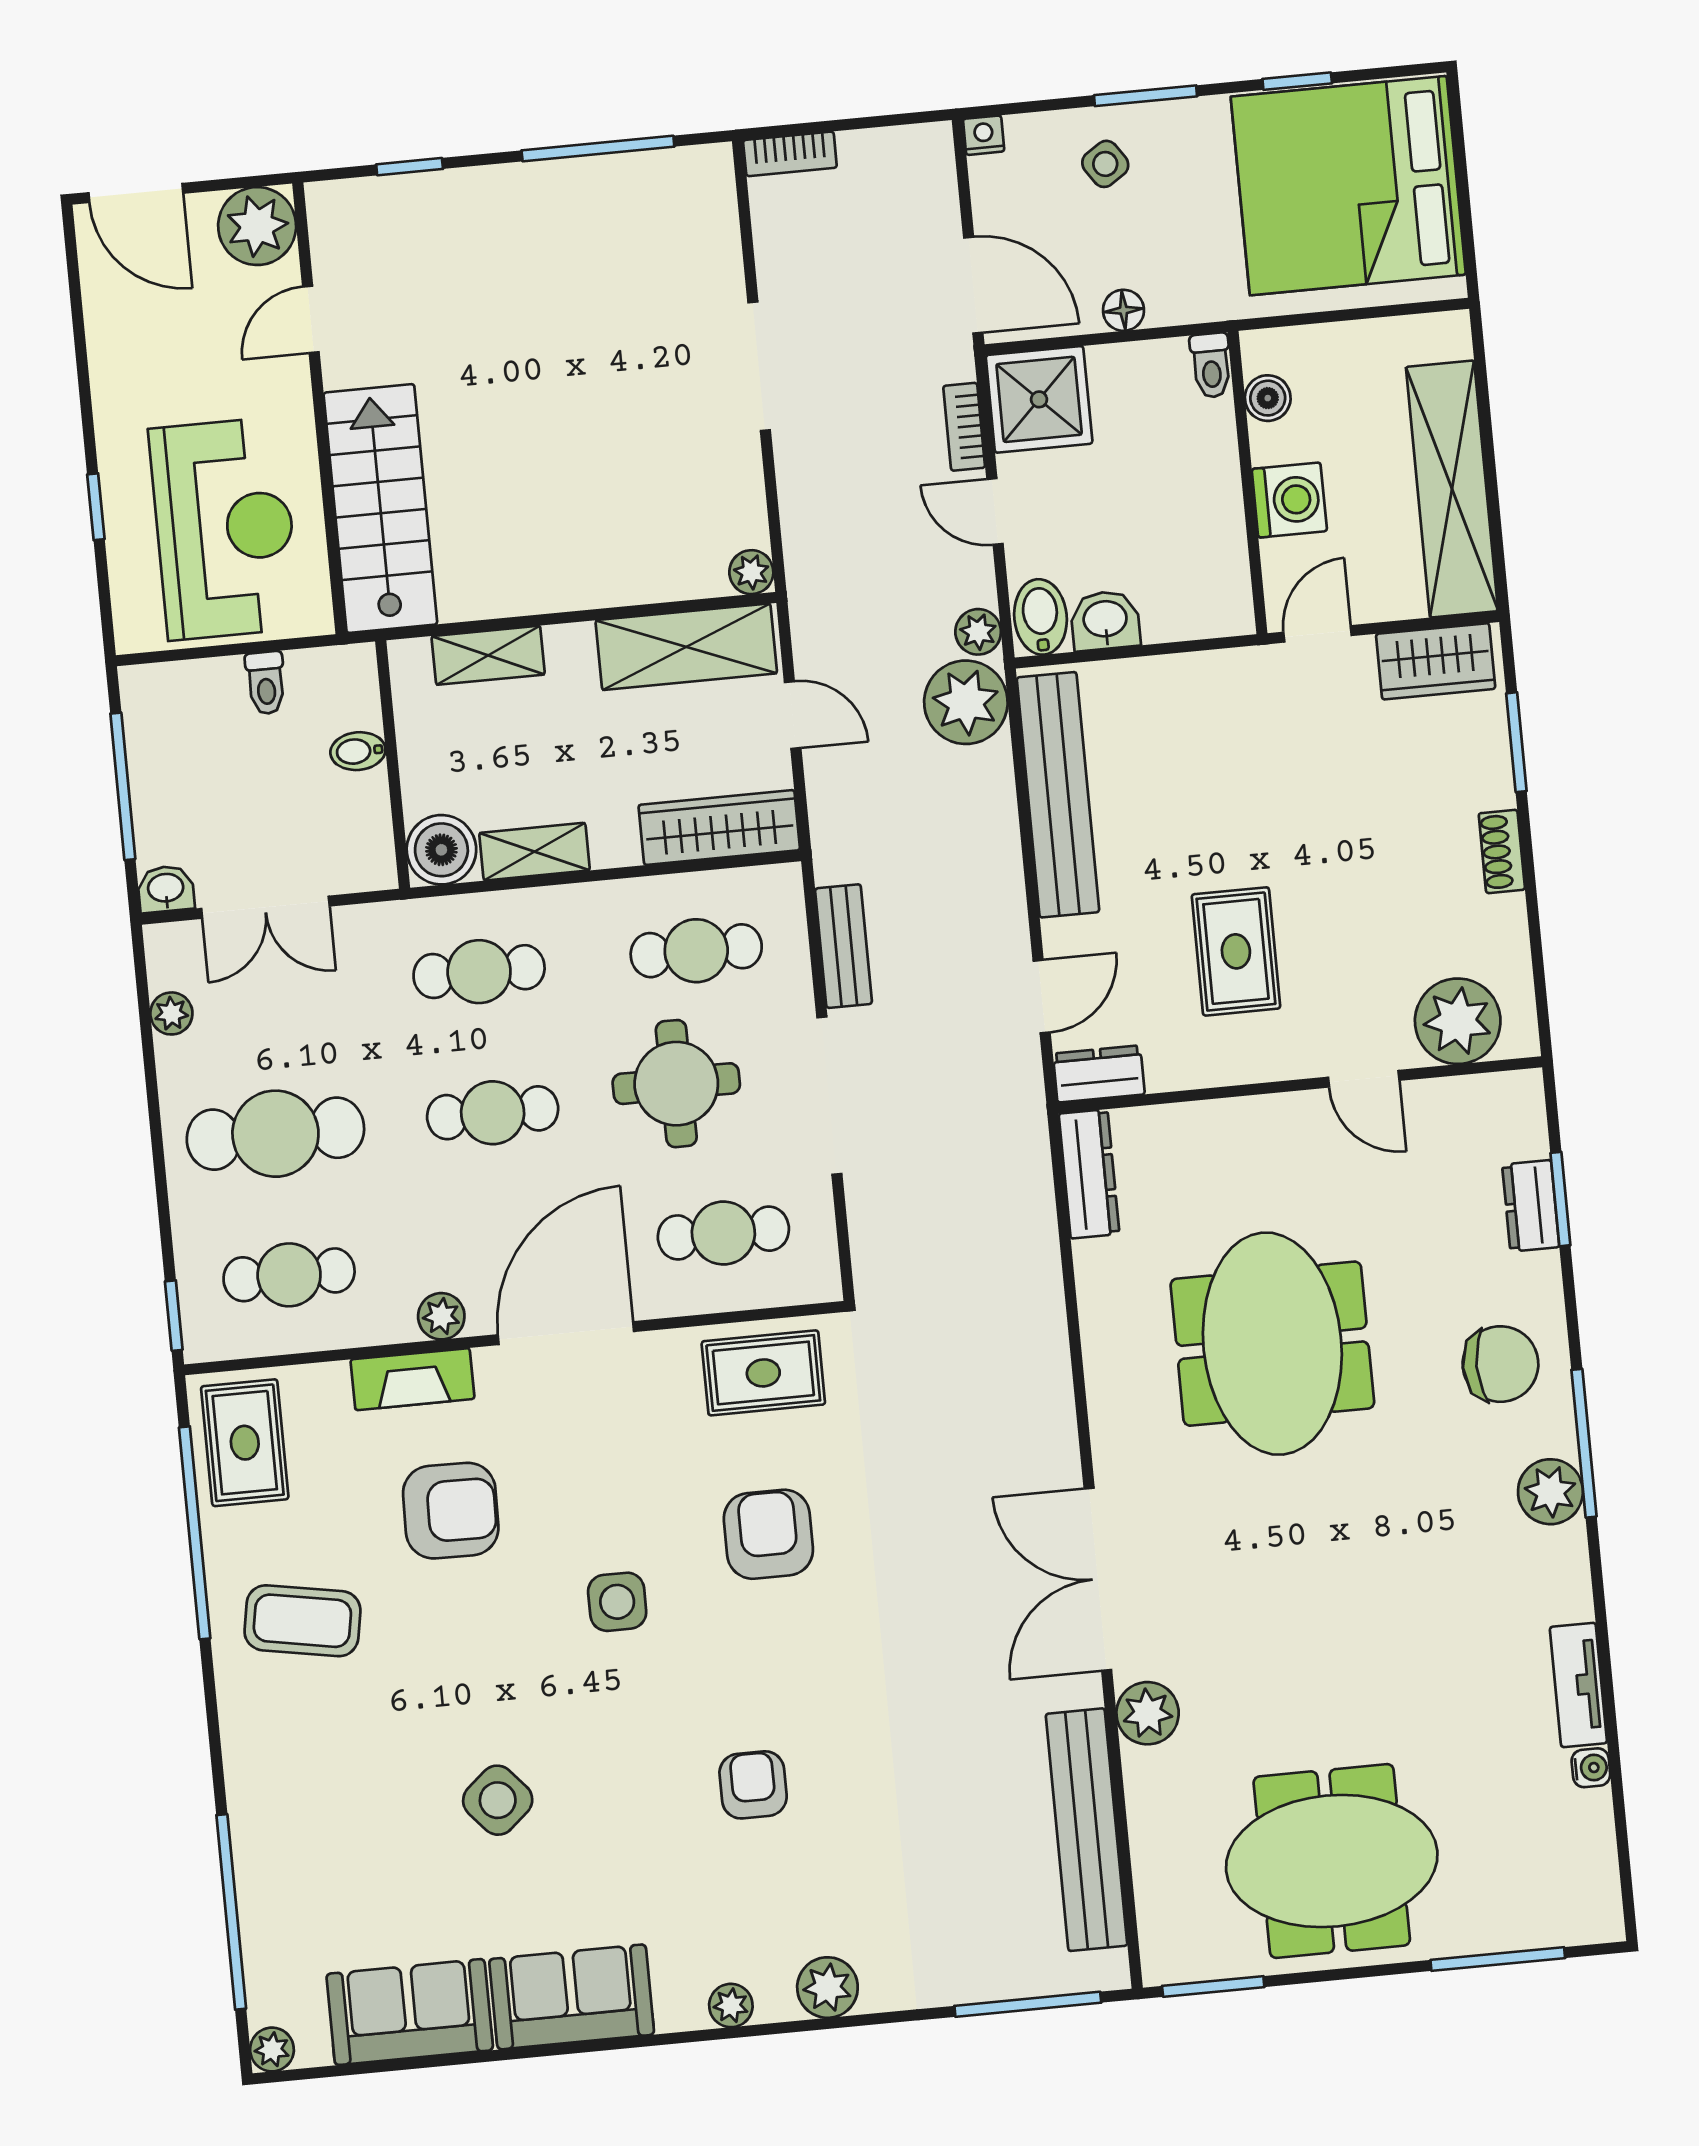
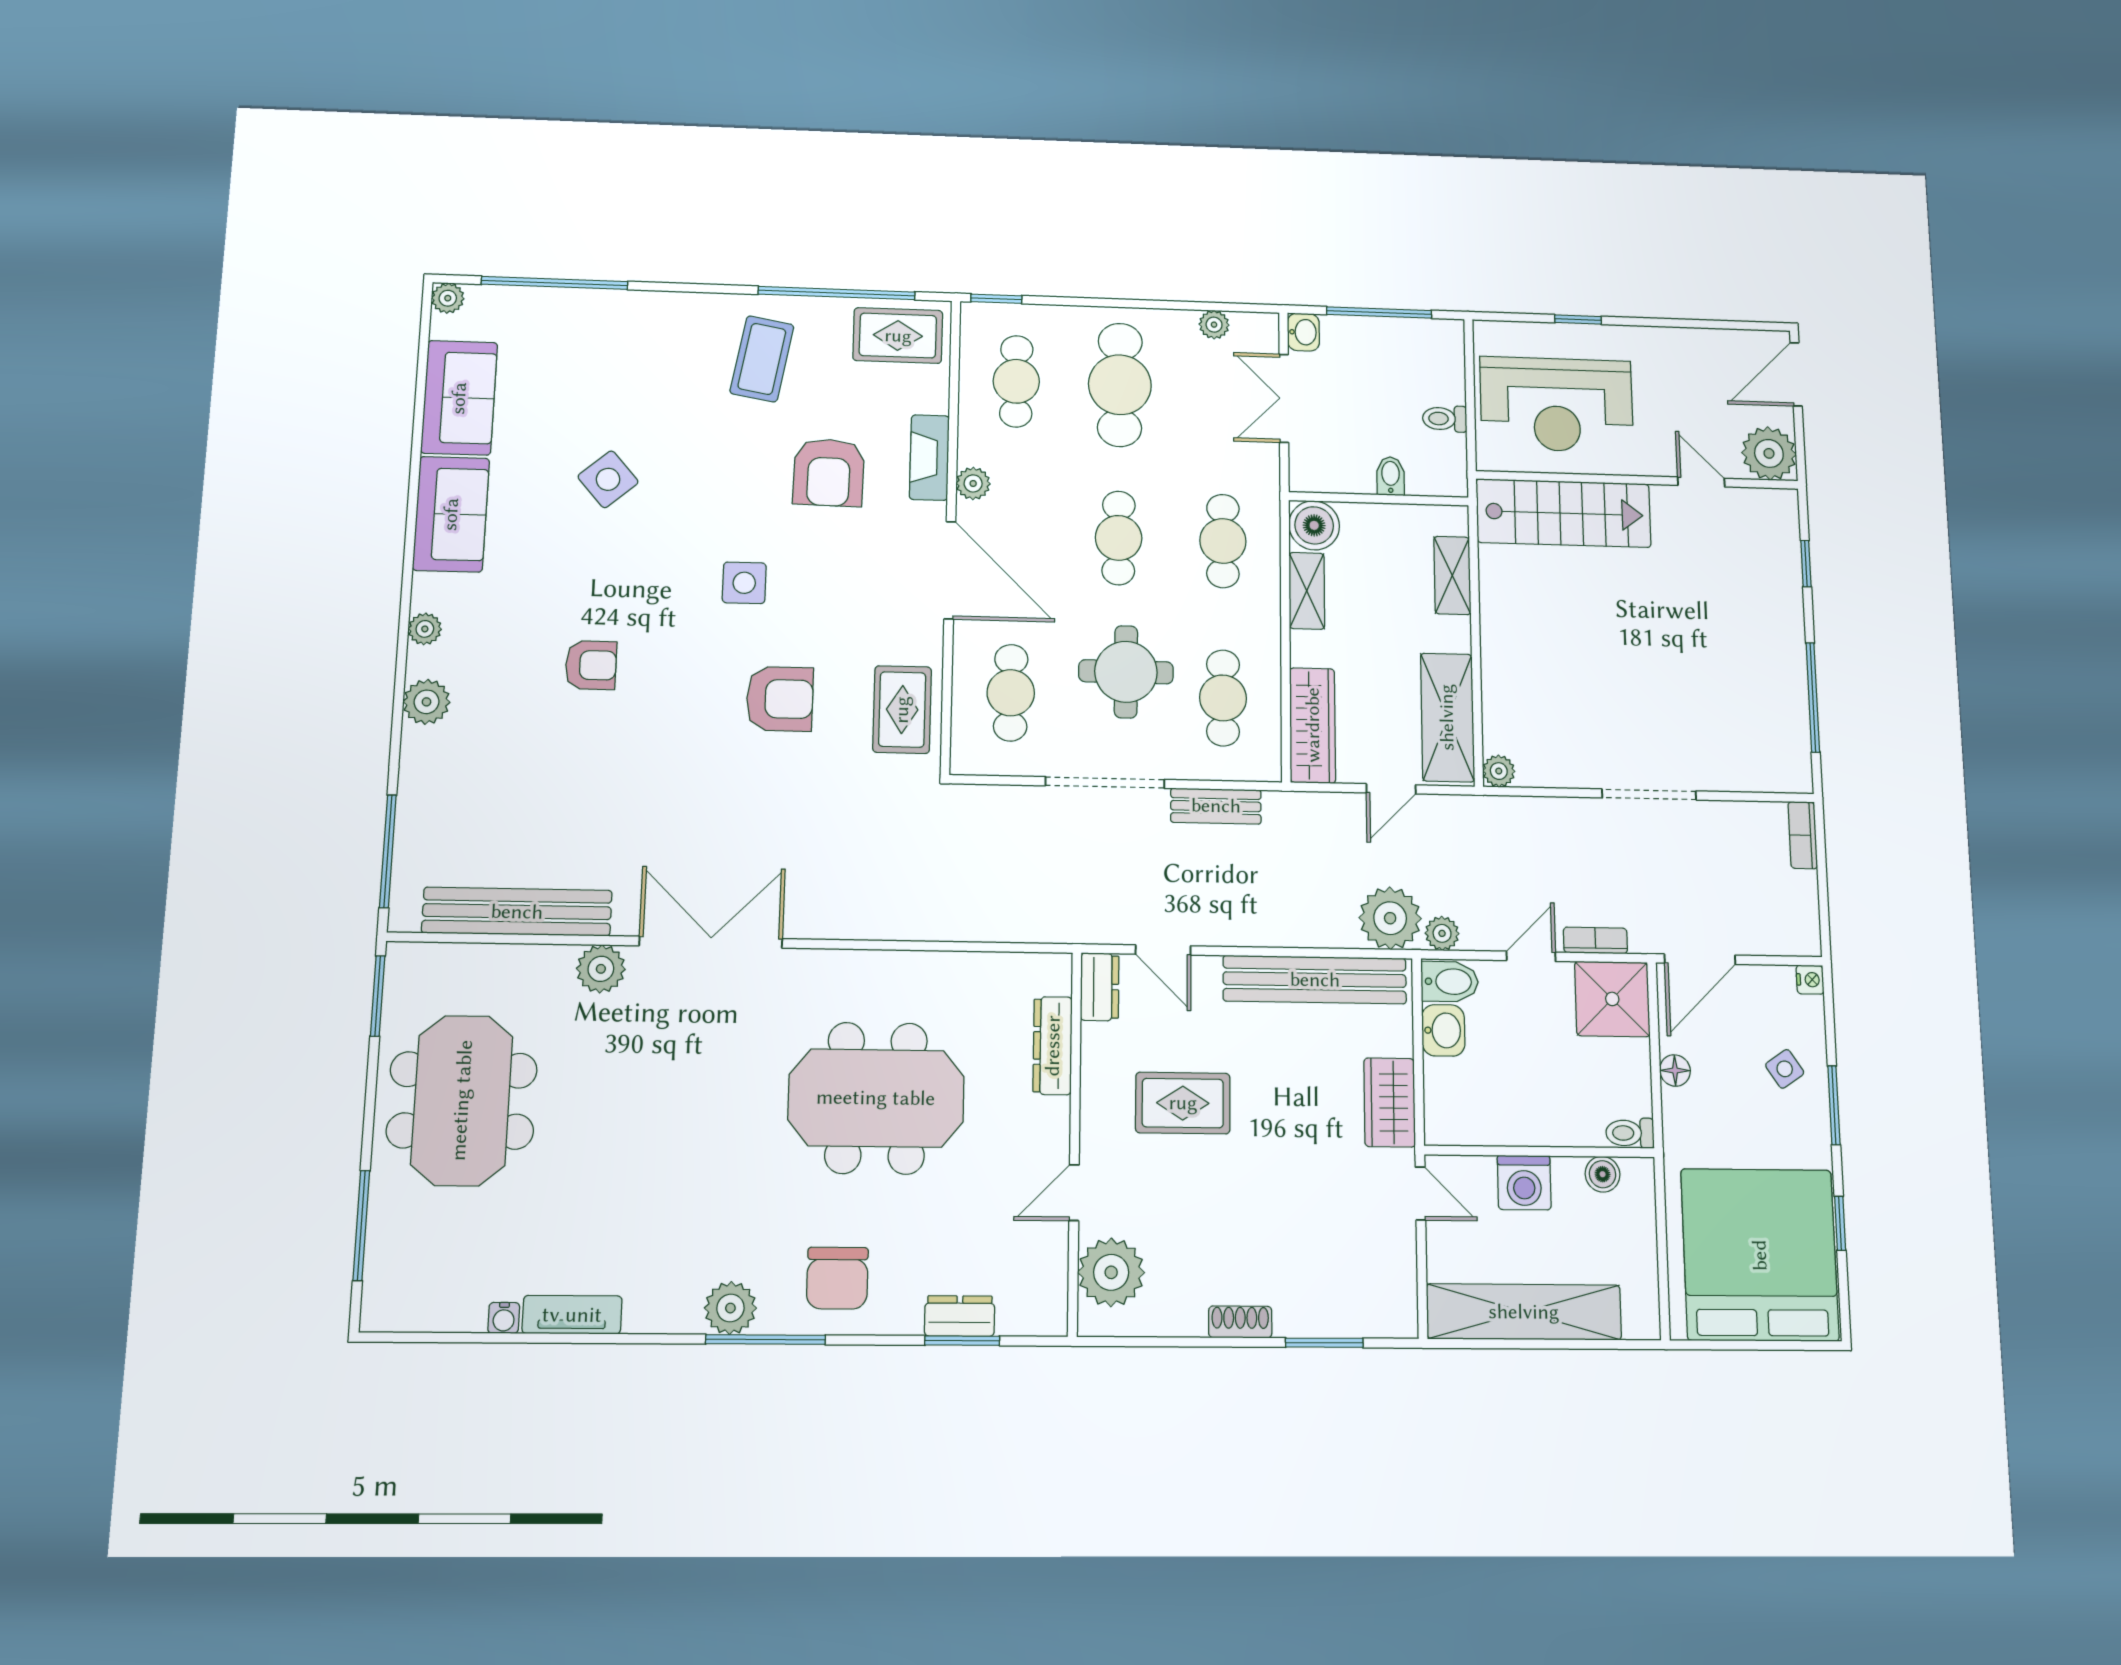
wardrobe: (1436, 661) -> (1390, 1102), moved
dresser: (1089, 1174) -> (1053, 1046), moved, turned 90

